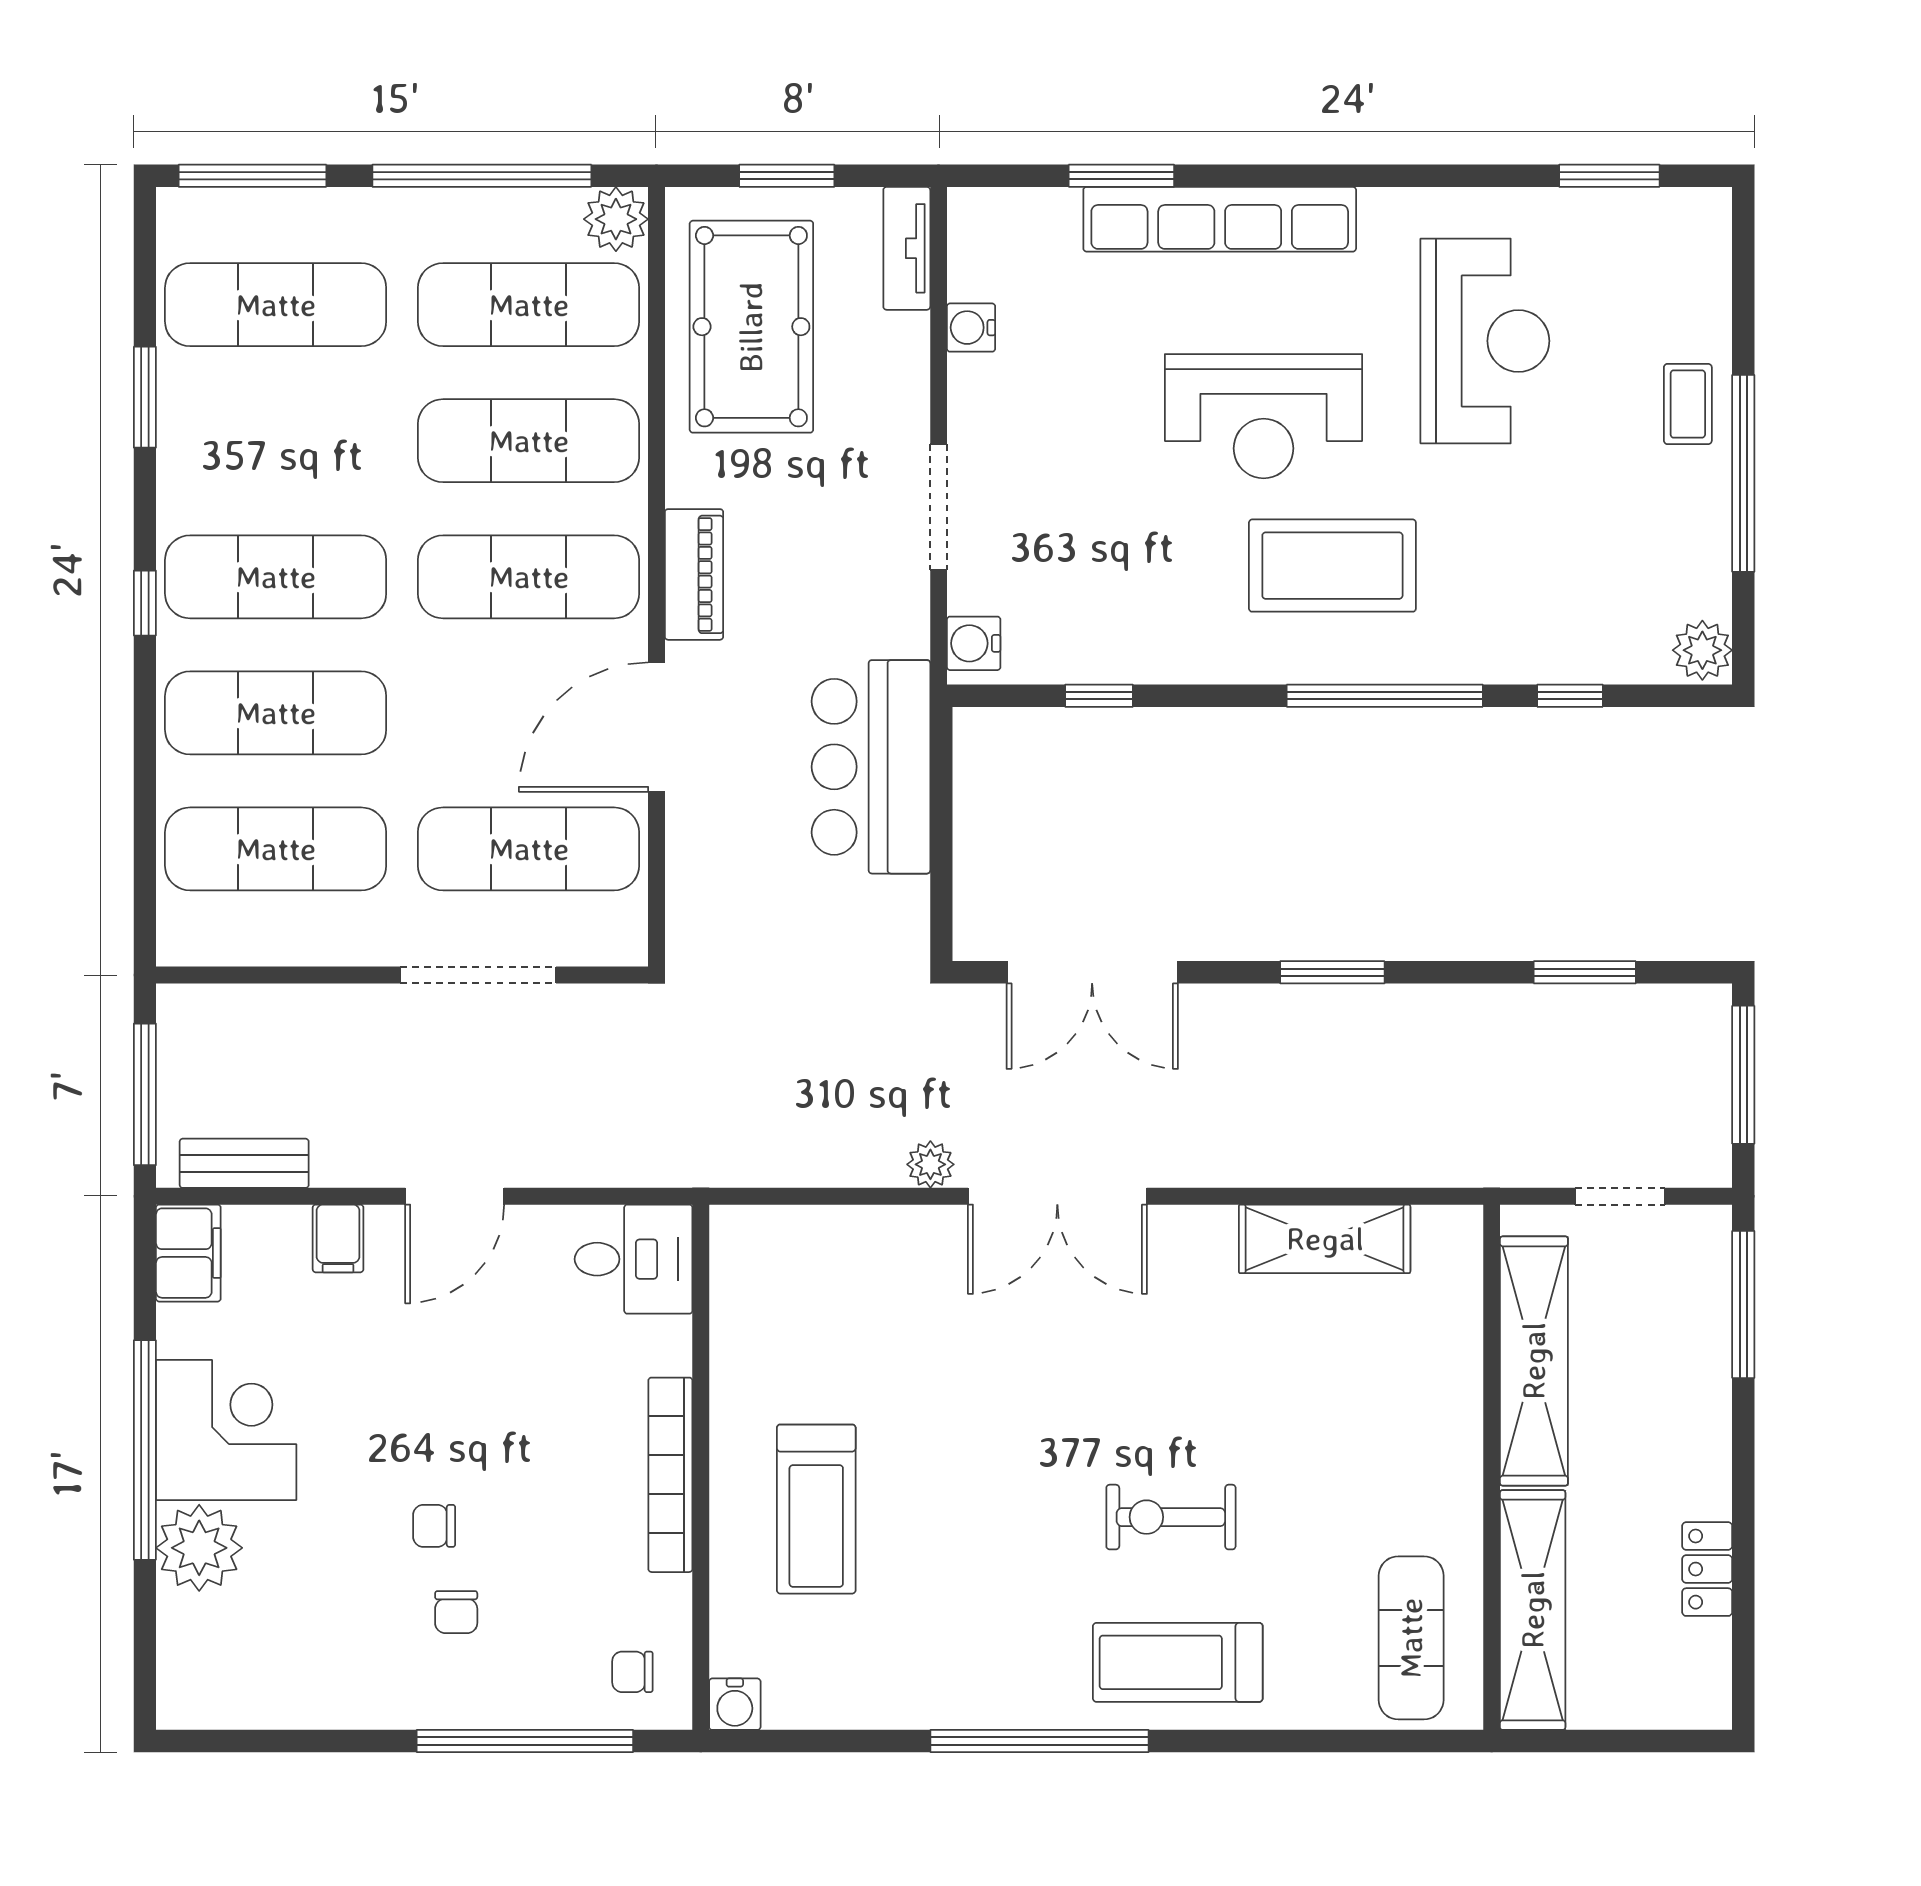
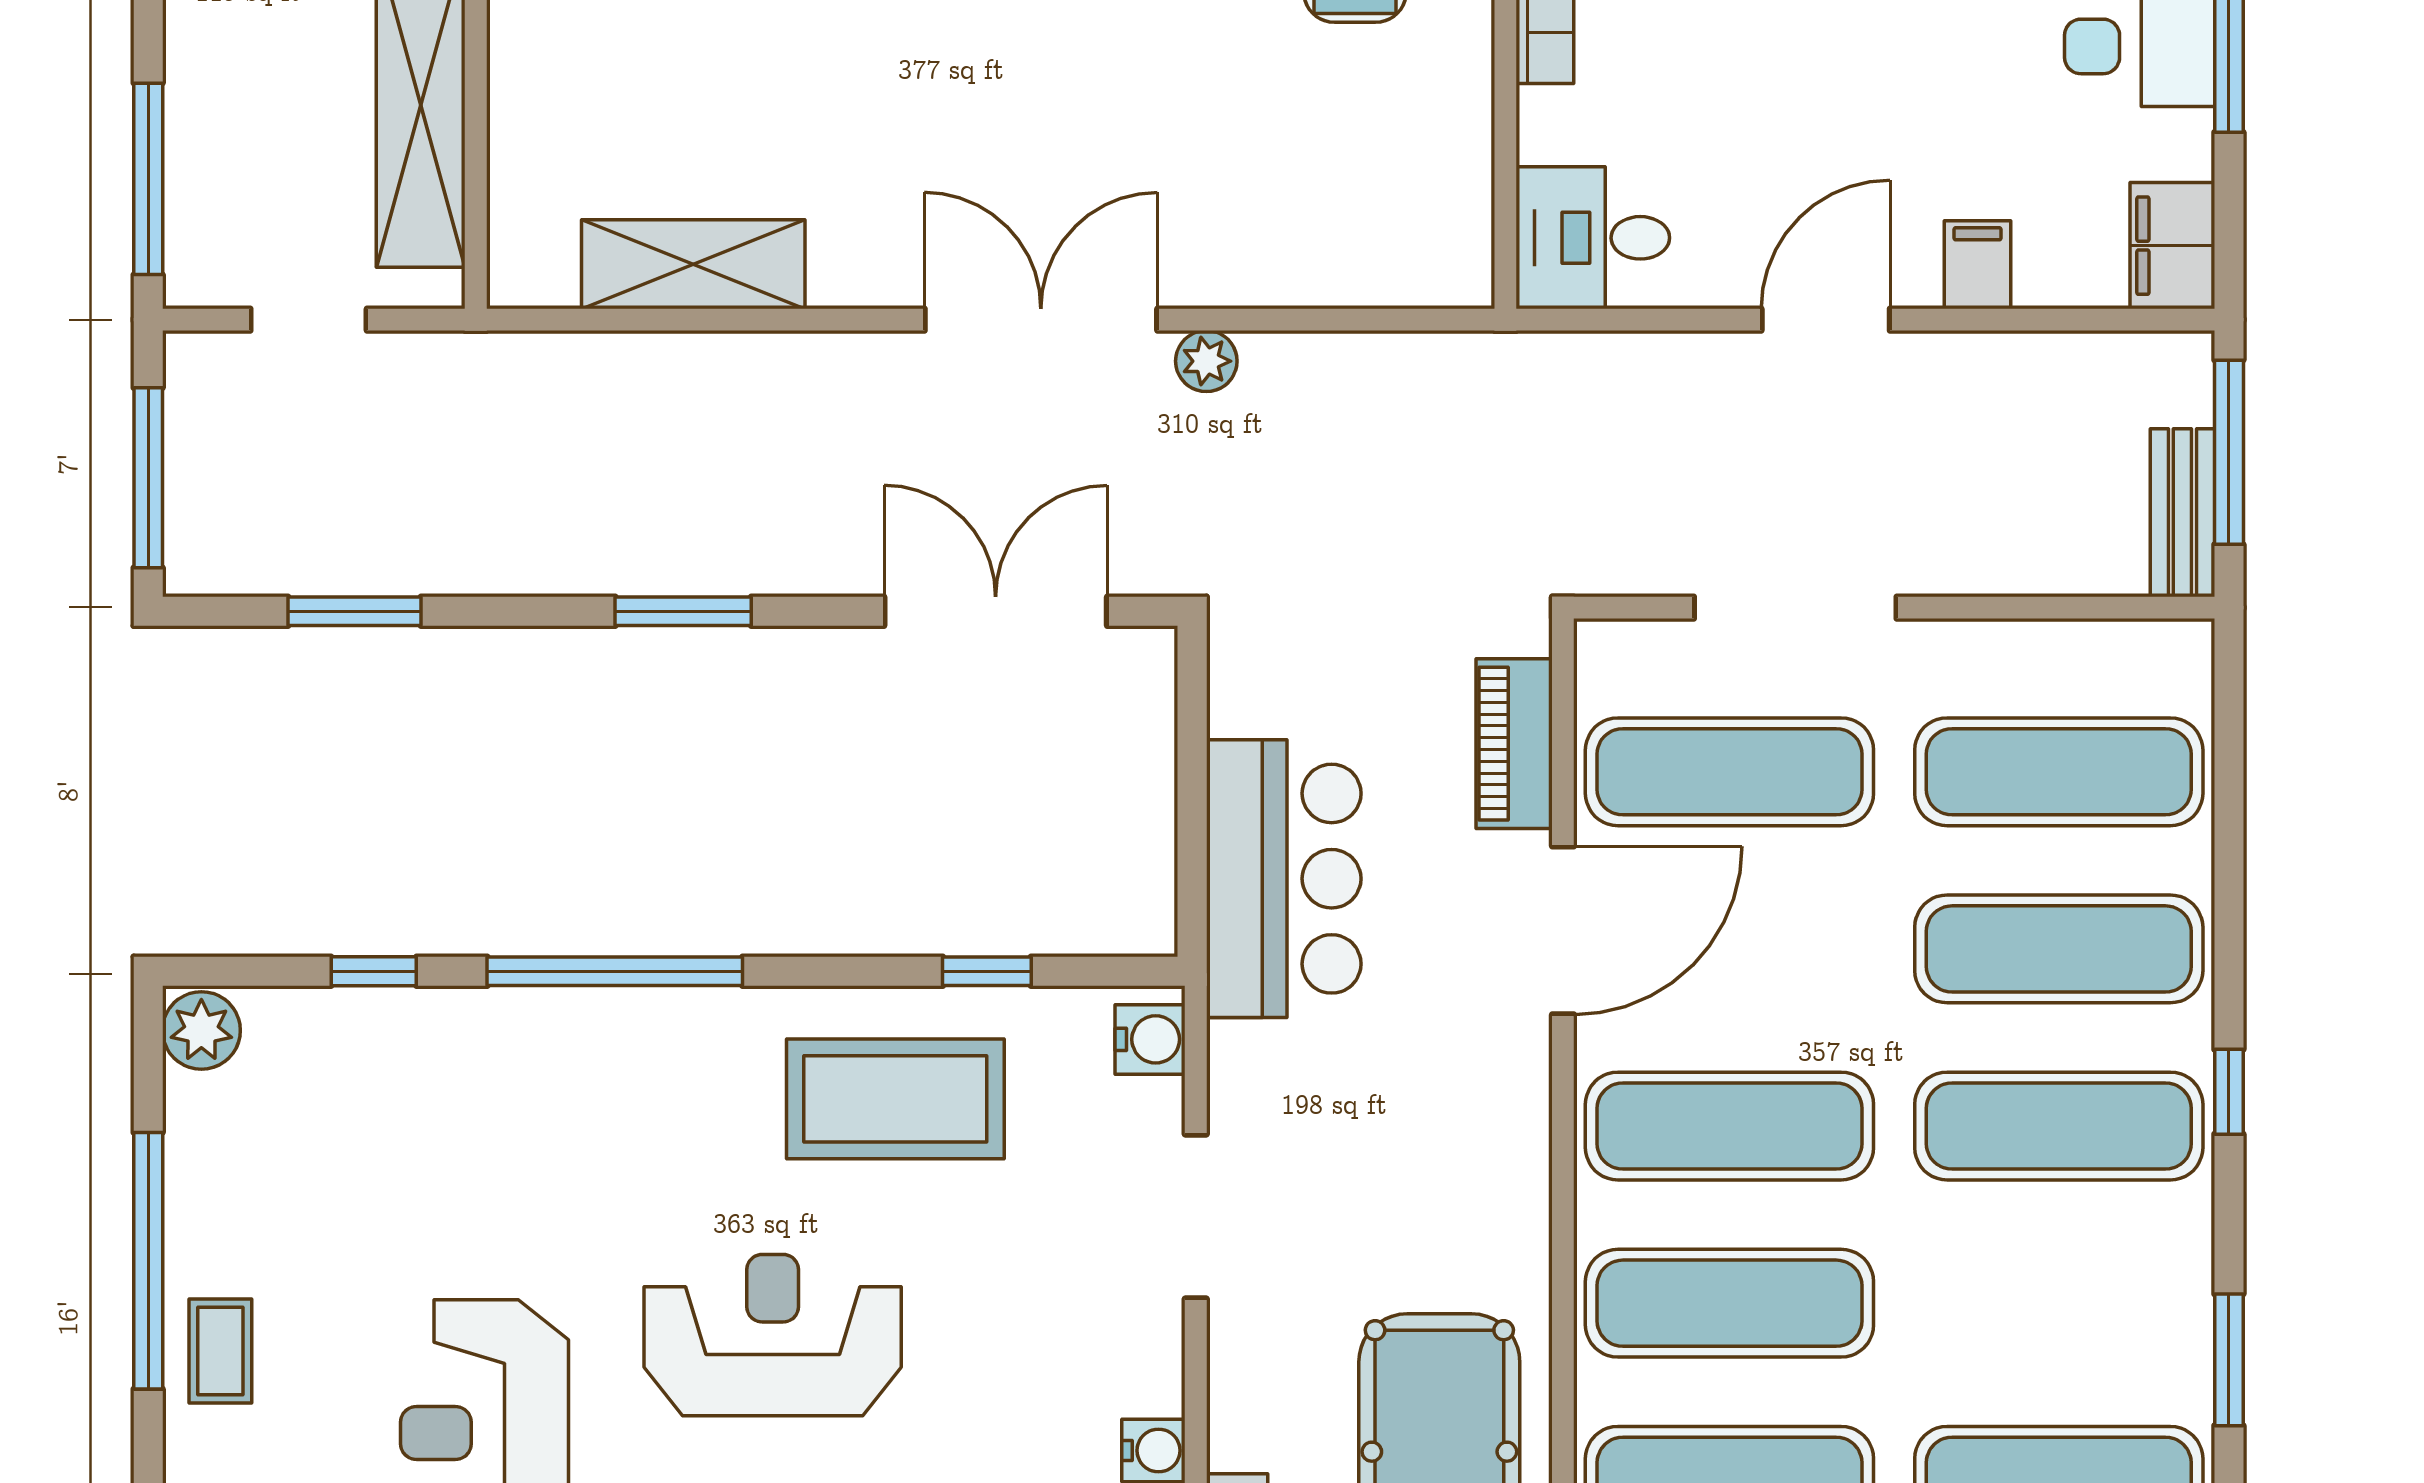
coffee table: (1332, 566) -> (895, 1099), moved
piano: (694, 574) -> (1514, 744), moved
bench: (244, 1163) -> (2182, 513), moved, turned 90

